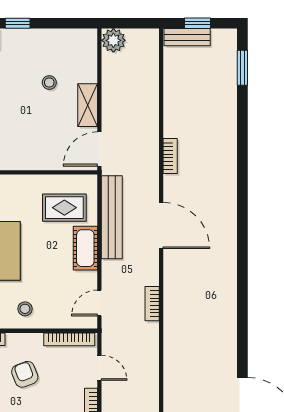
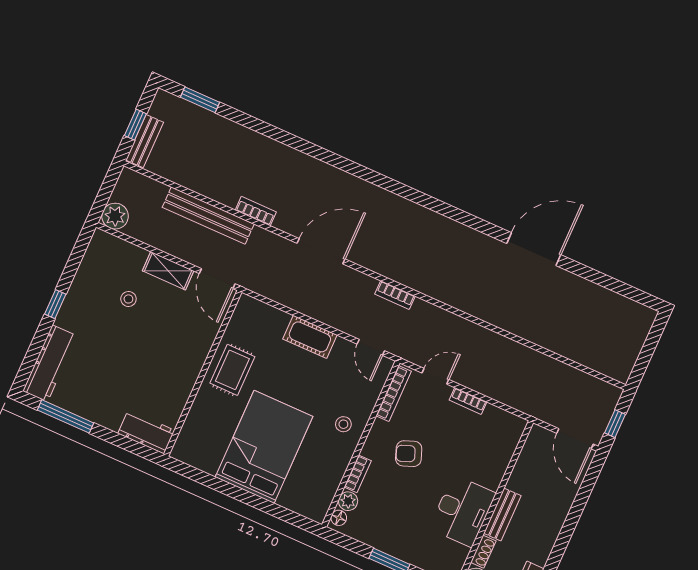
rug: (64, 208) -> (232, 370), moved
bench: (112, 217) -> (208, 216), moved

